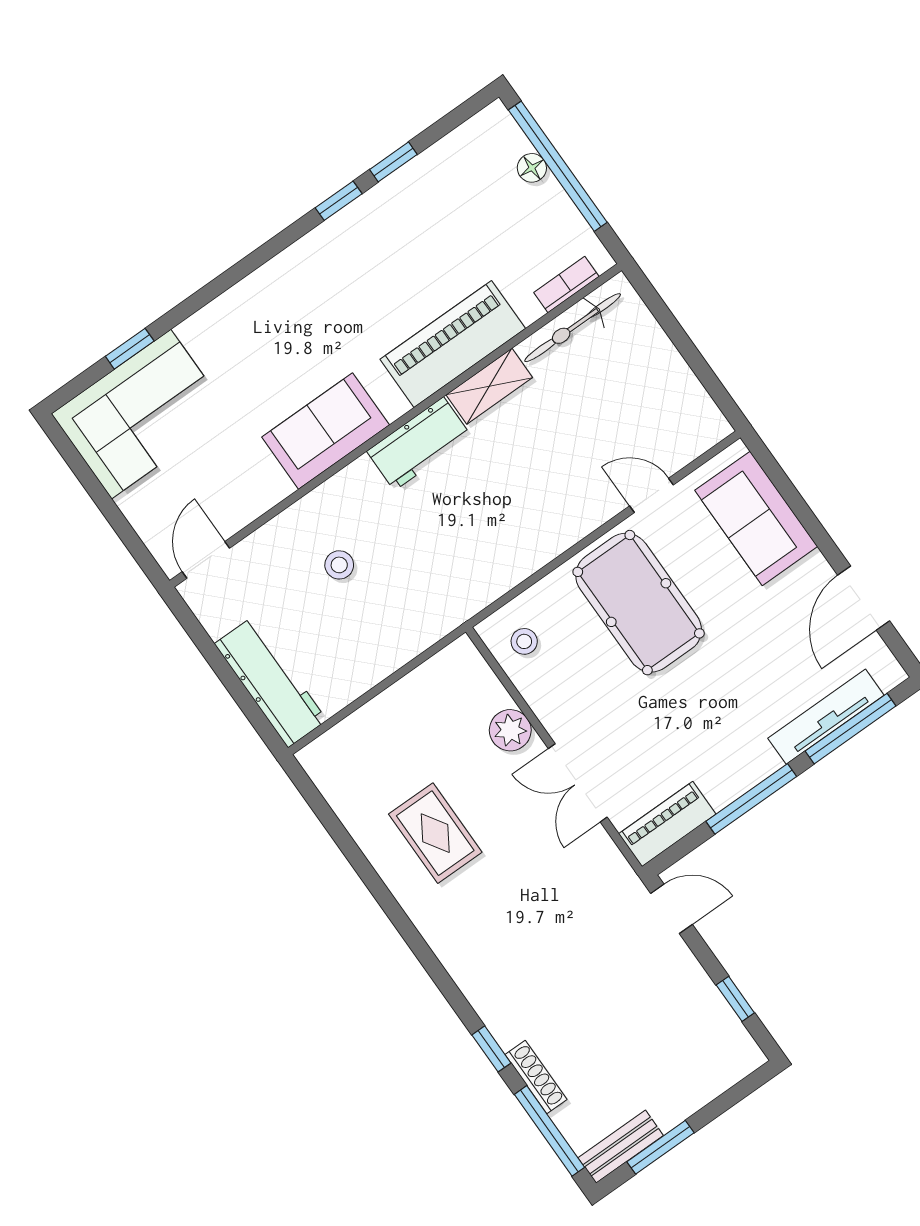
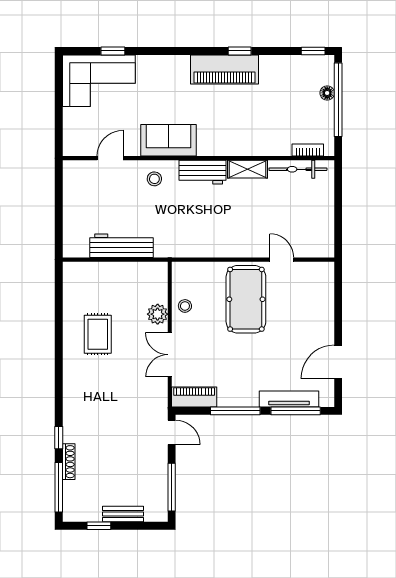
window: (393, 162) -> (313, 51), moved
piano: (453, 344) -> (225, 69), moved, turned 180
sofa: (756, 518) -> (318, 299), removed
door: (206, 560) -> (110, 158), moved
stool: (339, 565) -> (154, 179), moved
stool: (524, 641) -> (185, 306), moved
workbench: (271, 682) -> (121, 246), moved, turned -90
window: (735, 999) -> (172, 487), width x2.17
bench: (621, 1147) -> (123, 514), moved
window: (660, 1147) -> (99, 526), width x0.67

